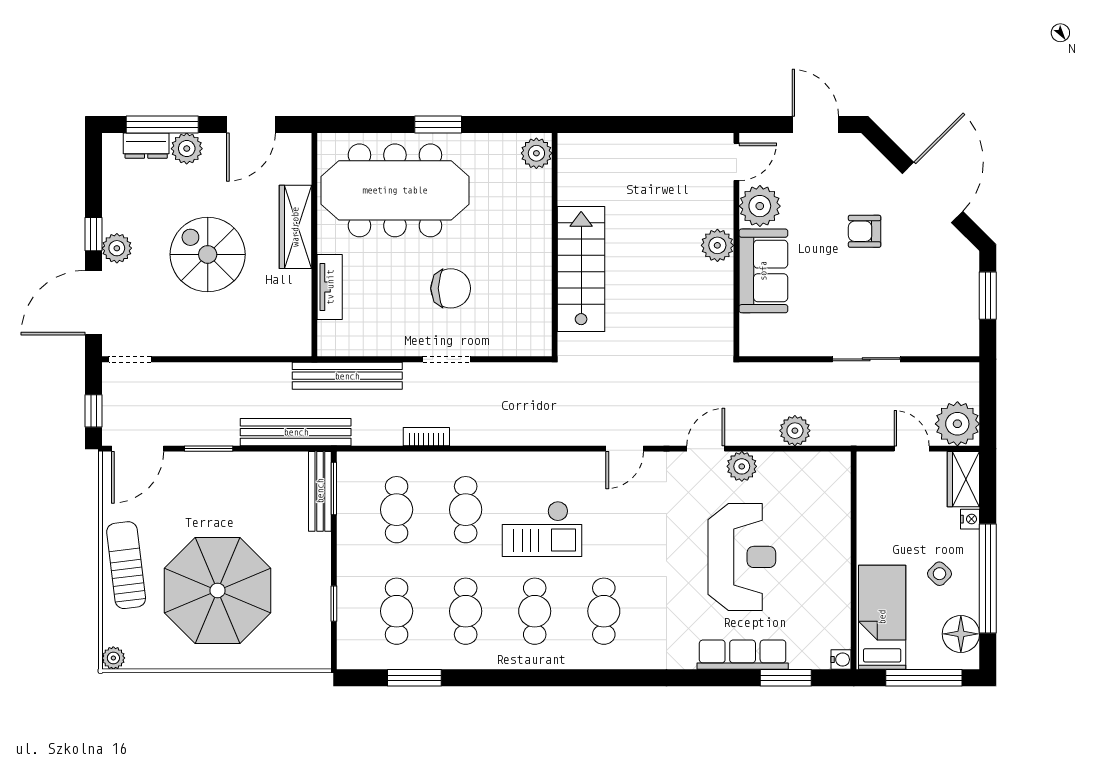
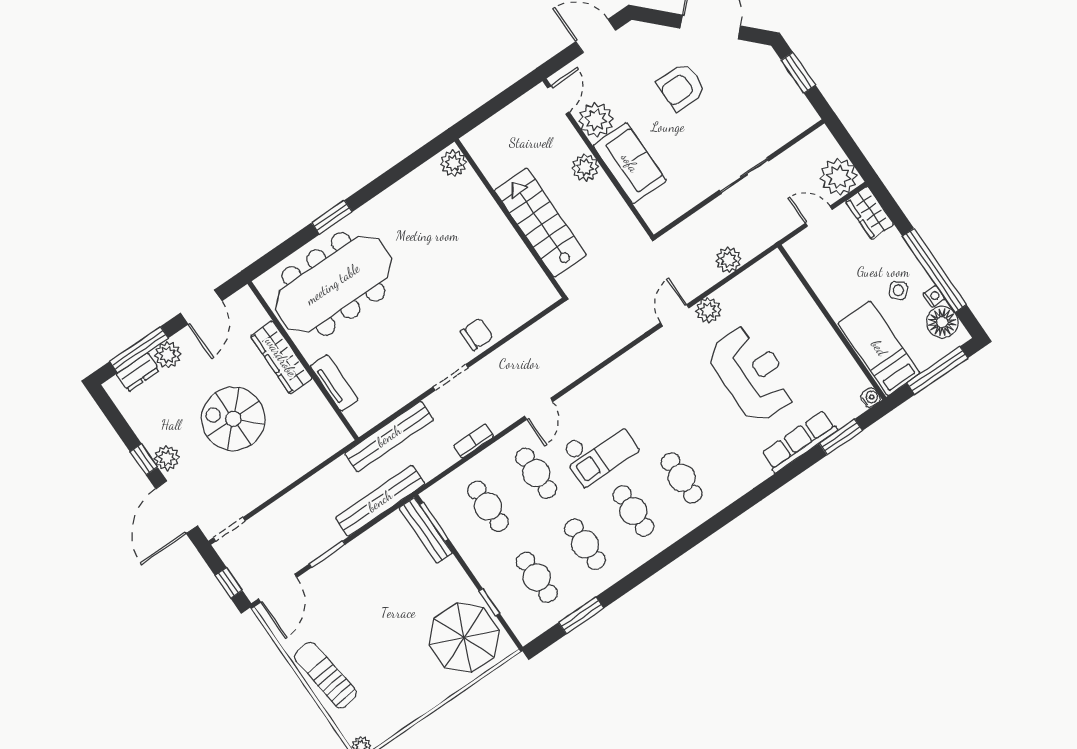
plant: (536, 153) -> (454, 163), moved
armchair: (865, 231) -> (681, 87), width x1.38, depth x1.38
wall: (555, 245) -> (510, 218), moved
stairs: (581, 269) -> (540, 223), moved
chair: (451, 288) -> (477, 334), moved, width x0.73, depth x0.73
door: (625, 449) -> (539, 409), moved
nightstand: (970, 519) -> (934, 296), moved
parasol: (218, 590) -> (464, 638), moved, width x0.73, depth x0.73

